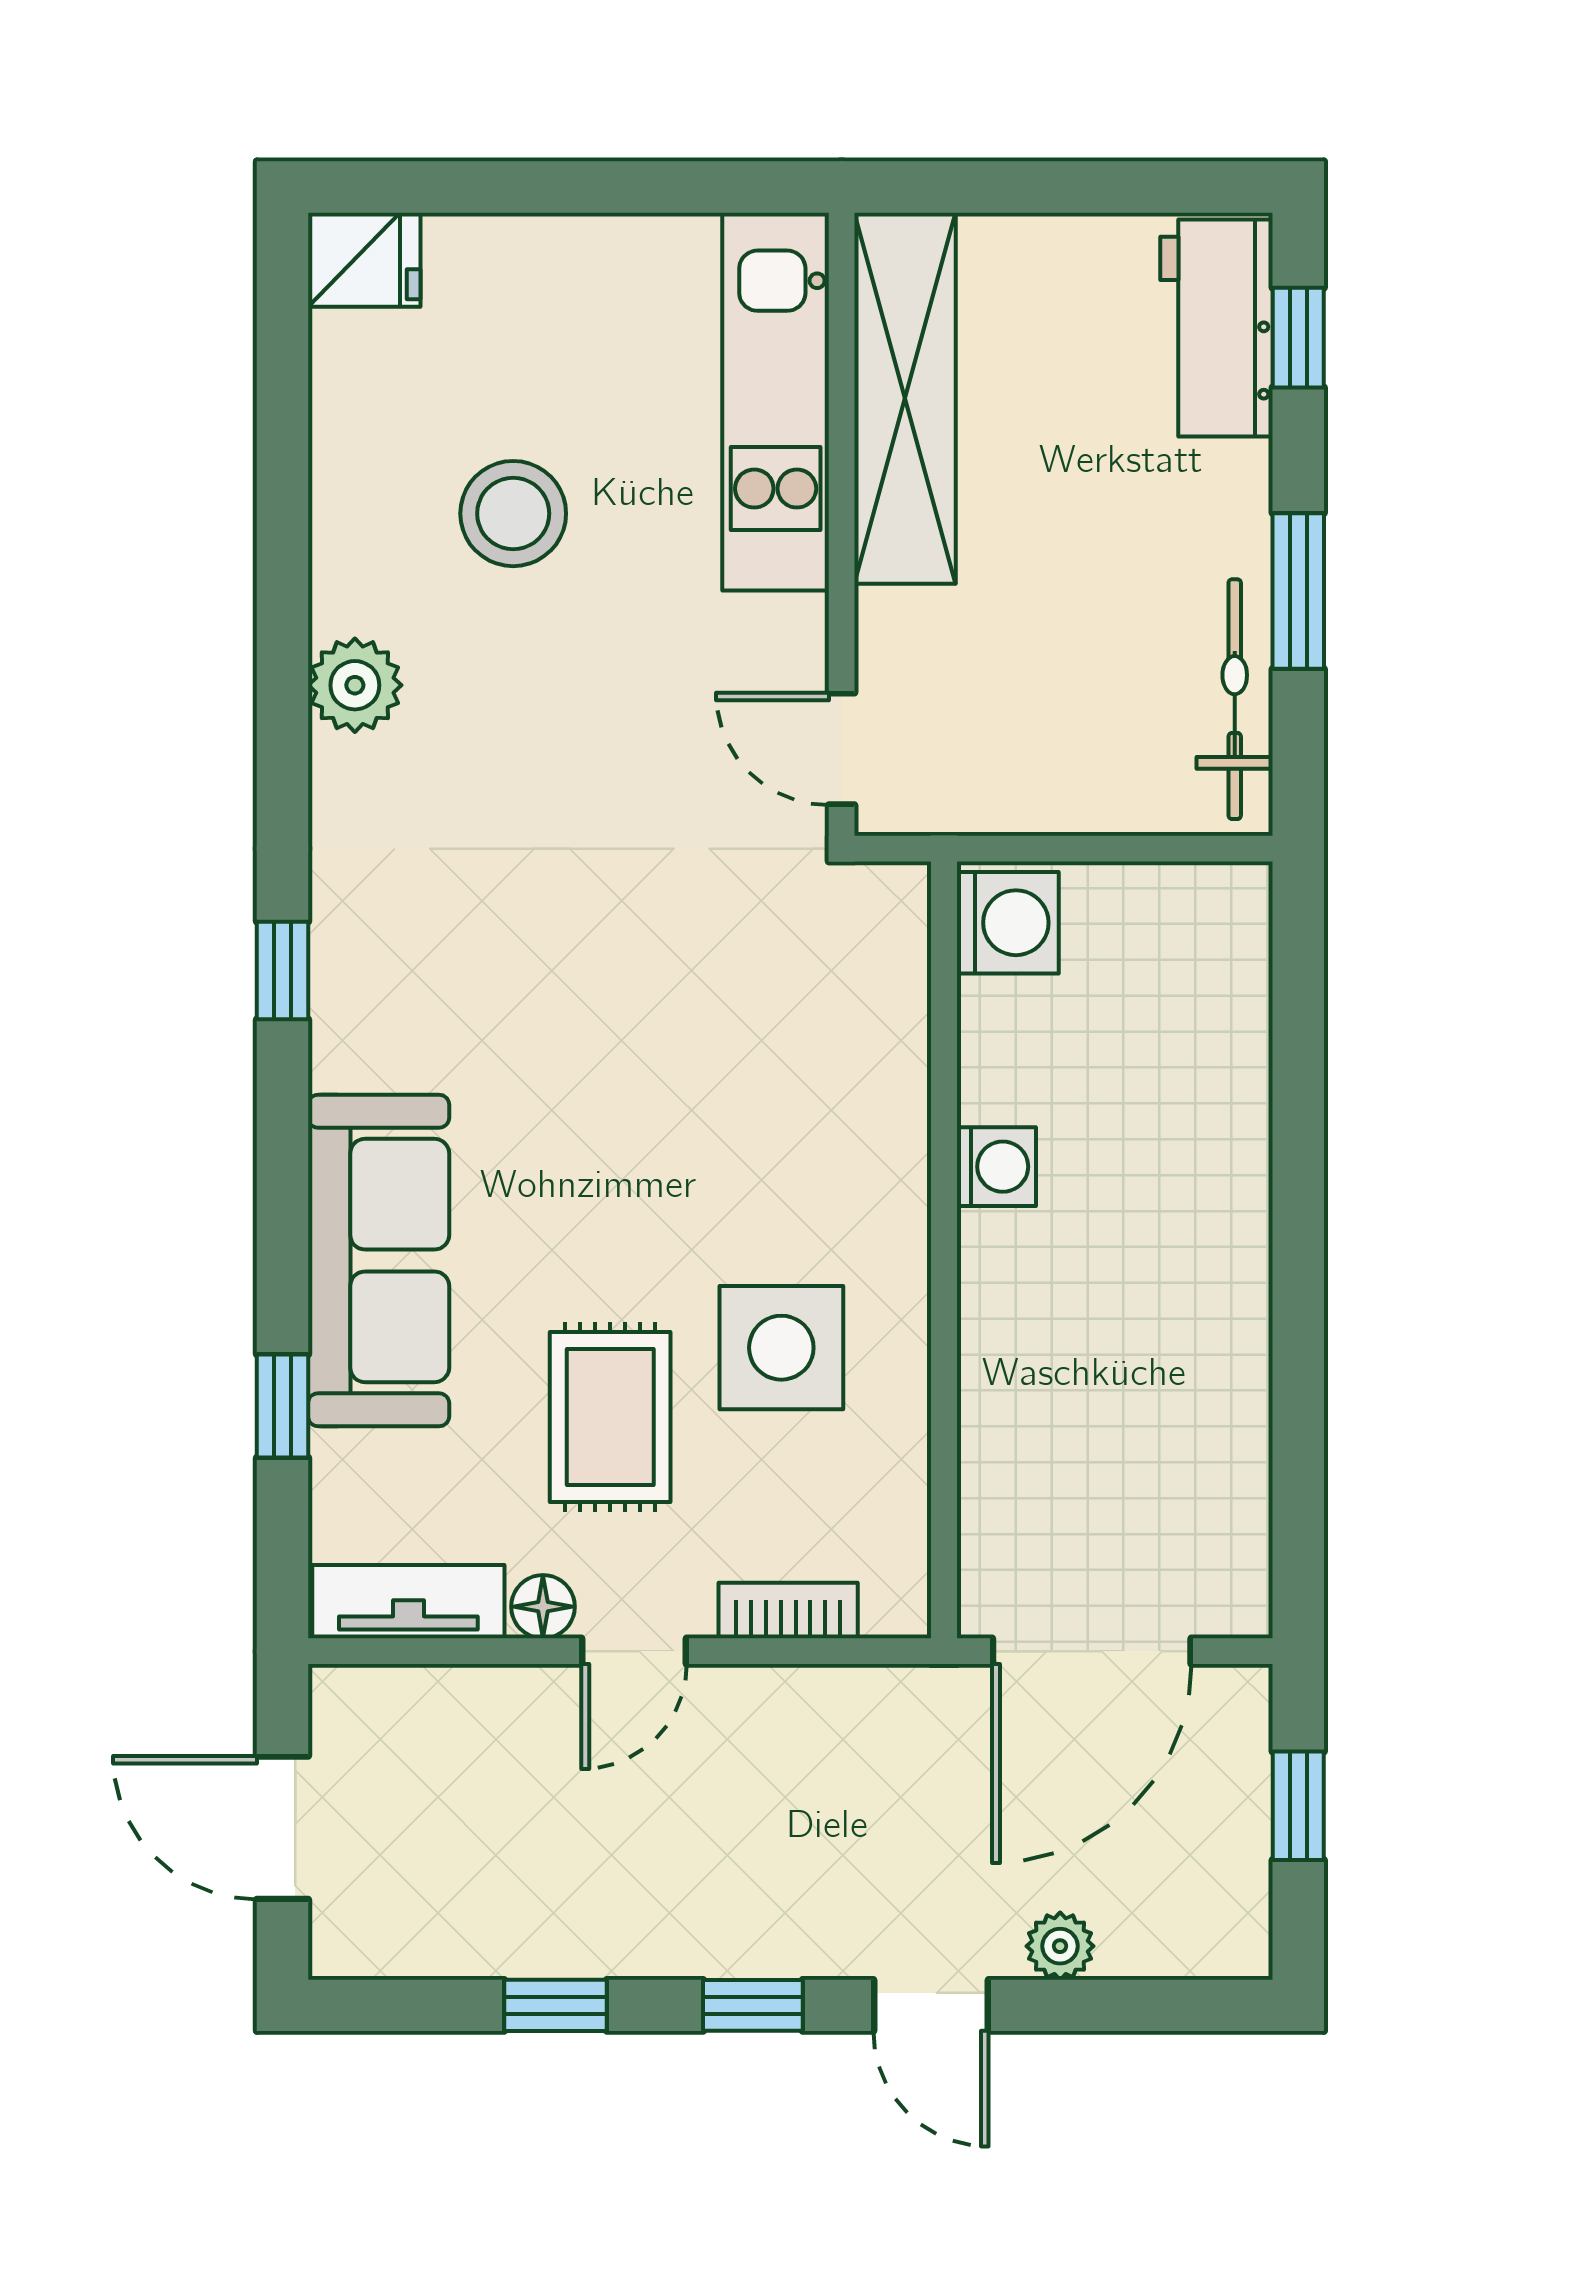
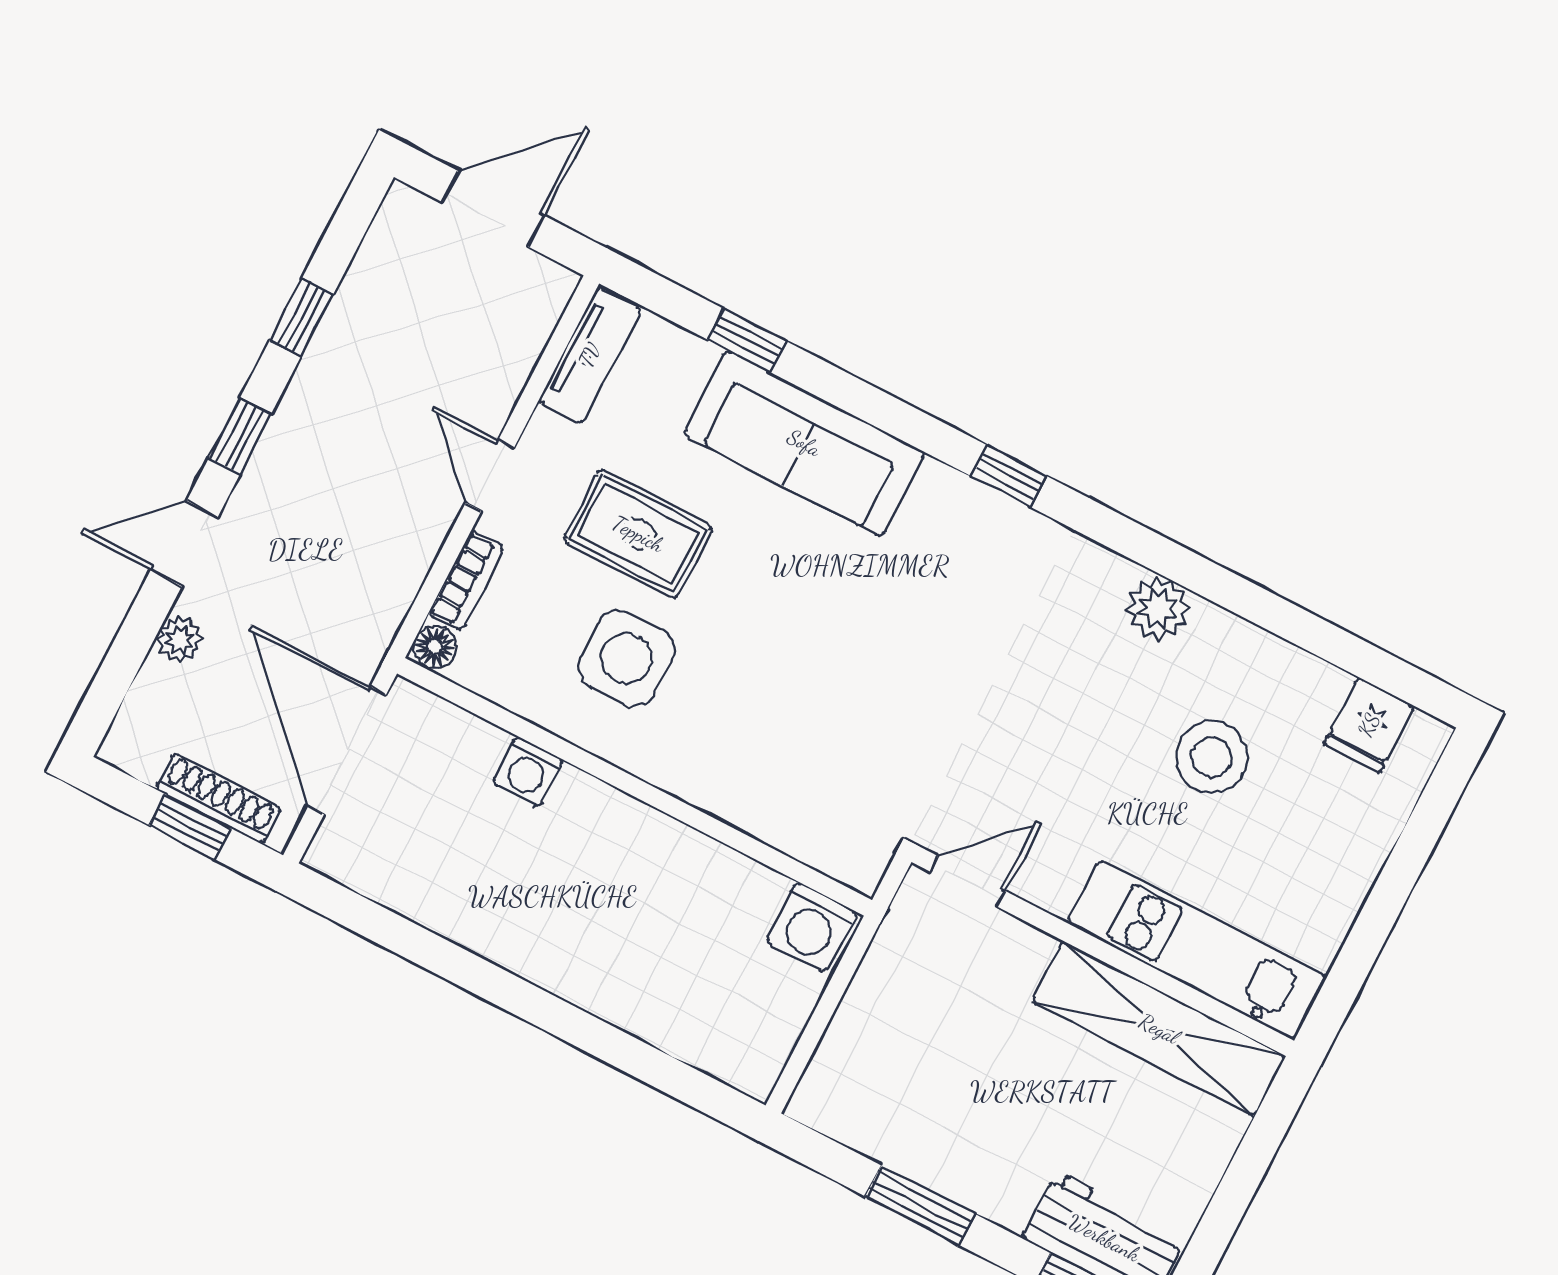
fridge: (364, 260) -> (1369, 725), moved
bicycle: (1235, 699) -> (875, 1133), removed
washing machine: (996, 1167) -> (528, 772), moved
floor lamp: (543, 1607) -> (435, 647), moved
shoe rack: (1242, 1788) -> (218, 798), added

